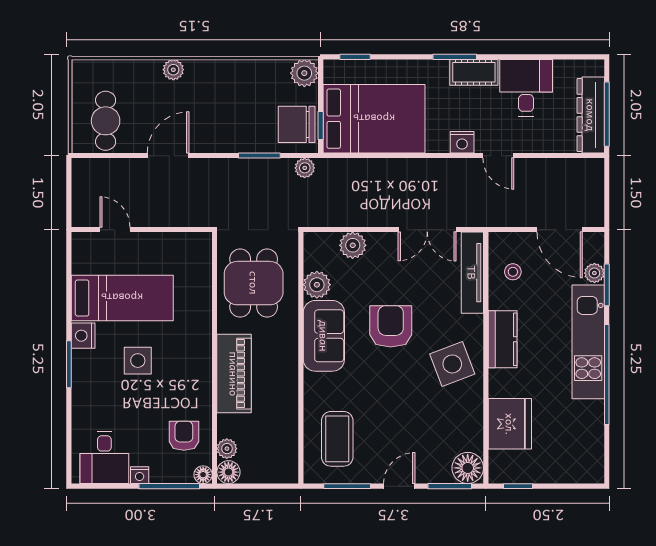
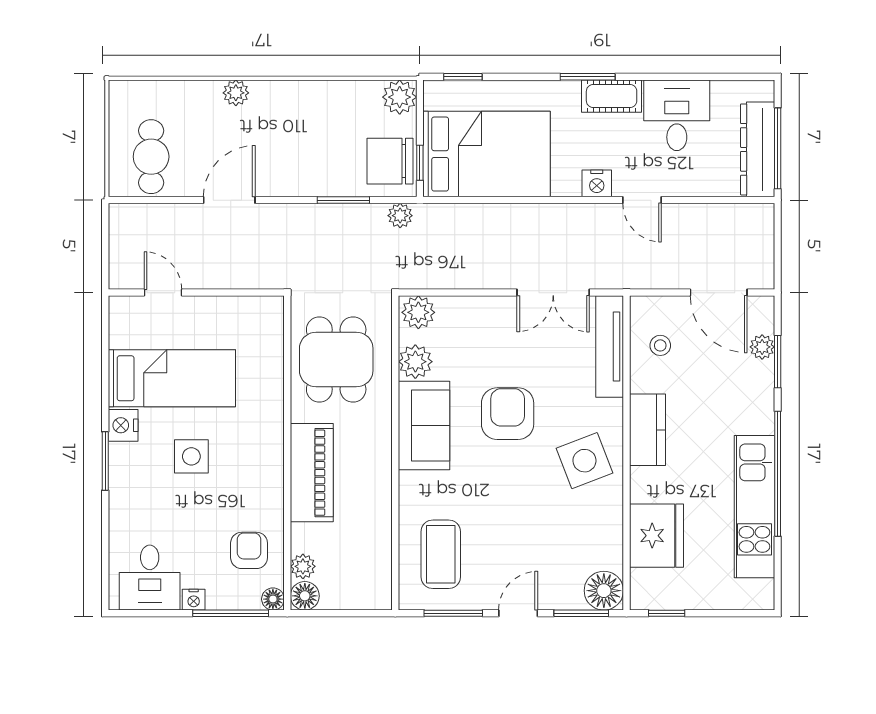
plant: (353, 245) -> (418, 312), moved
kitchen unit: (588, 342) -> (754, 507), moved

